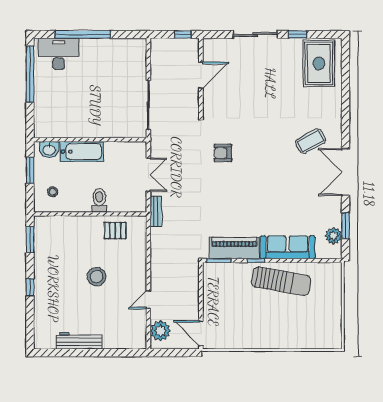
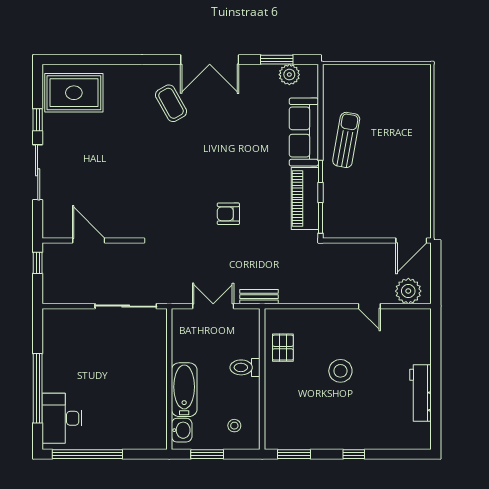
armchair: (223, 153) -> (228, 214), moved, turned 90
sun lounger: (281, 281) -> (346, 140), width x0.73, depth x0.75

